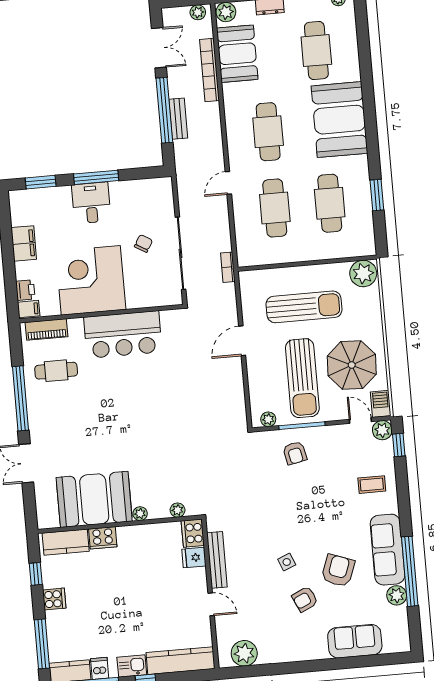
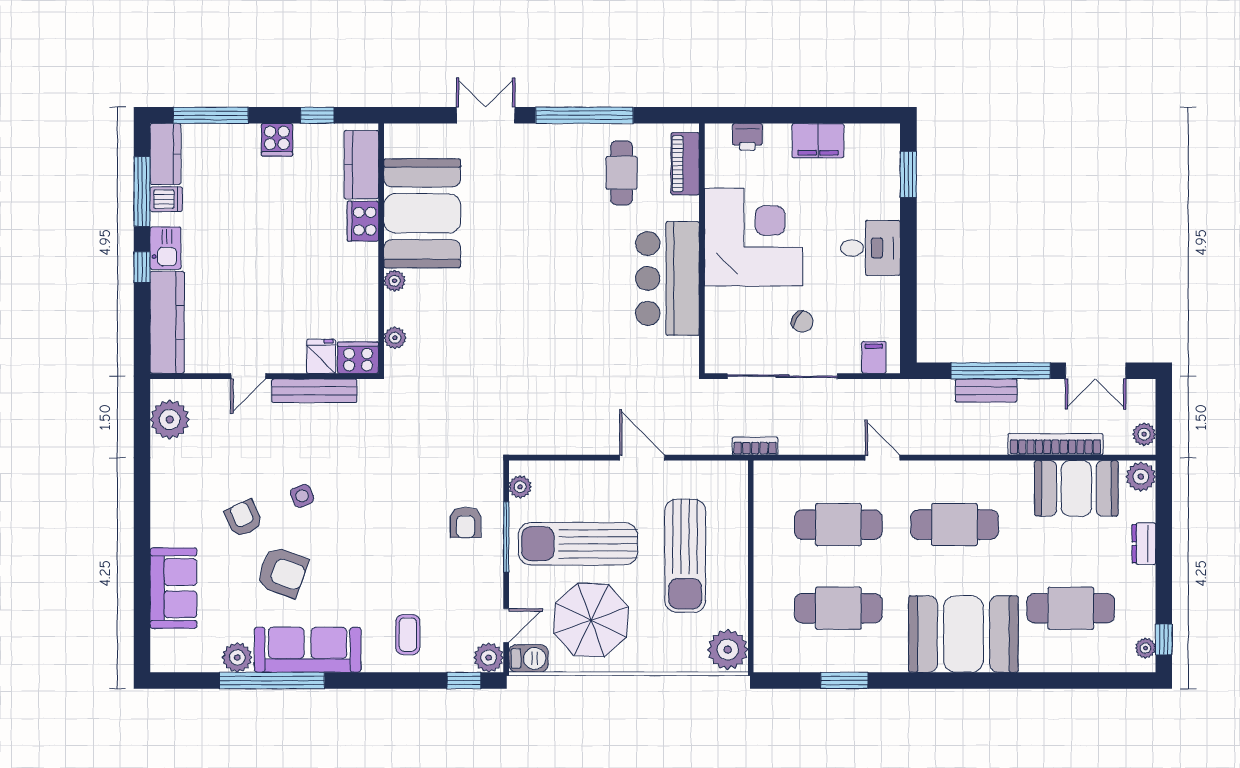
window: (96, 177) -> (908, 259), removed
filing cabinet: (29, 309) -> (874, 357), moved, turned 180
armchair: (295, 453) -> (466, 522), turned -78

